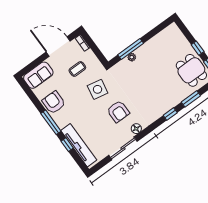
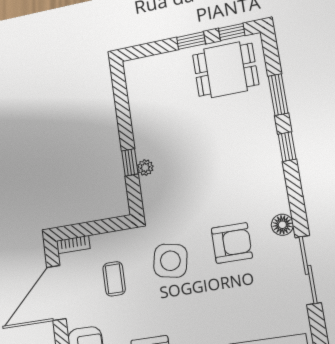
window: (131, 49) -> (130, 162), width x0.46

